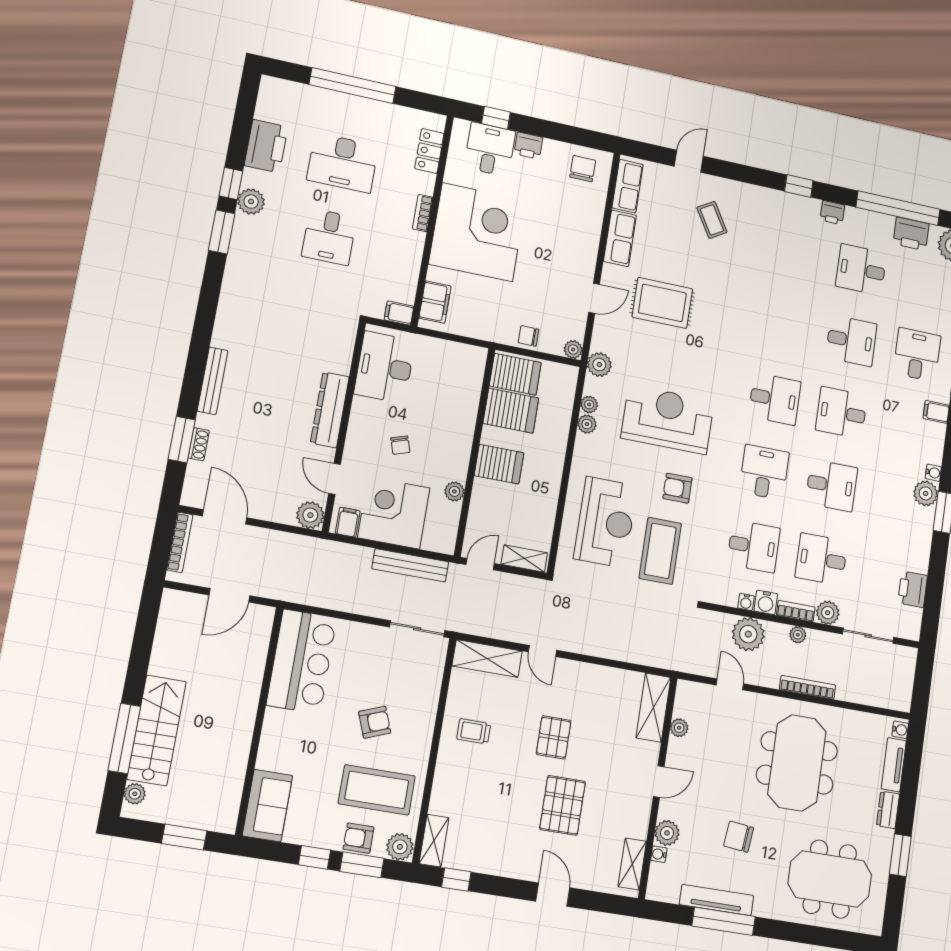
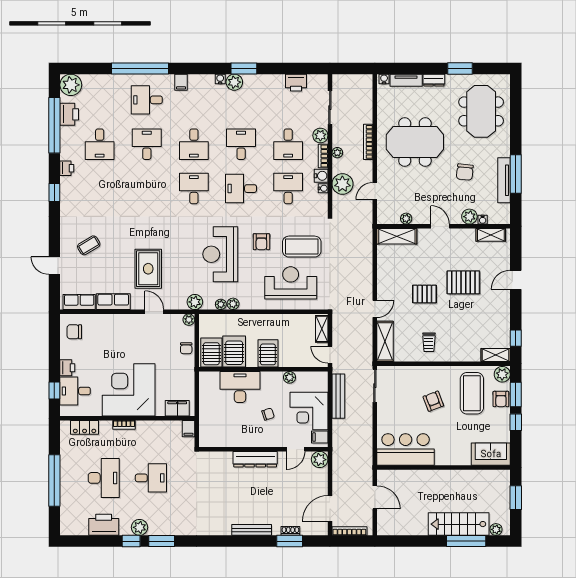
desk: (385, 367) -> (240, 387), moved, turned 180

